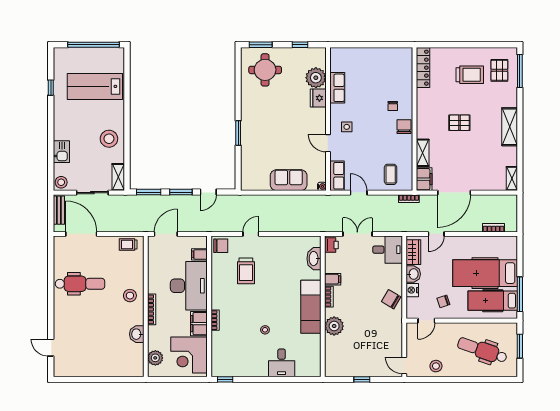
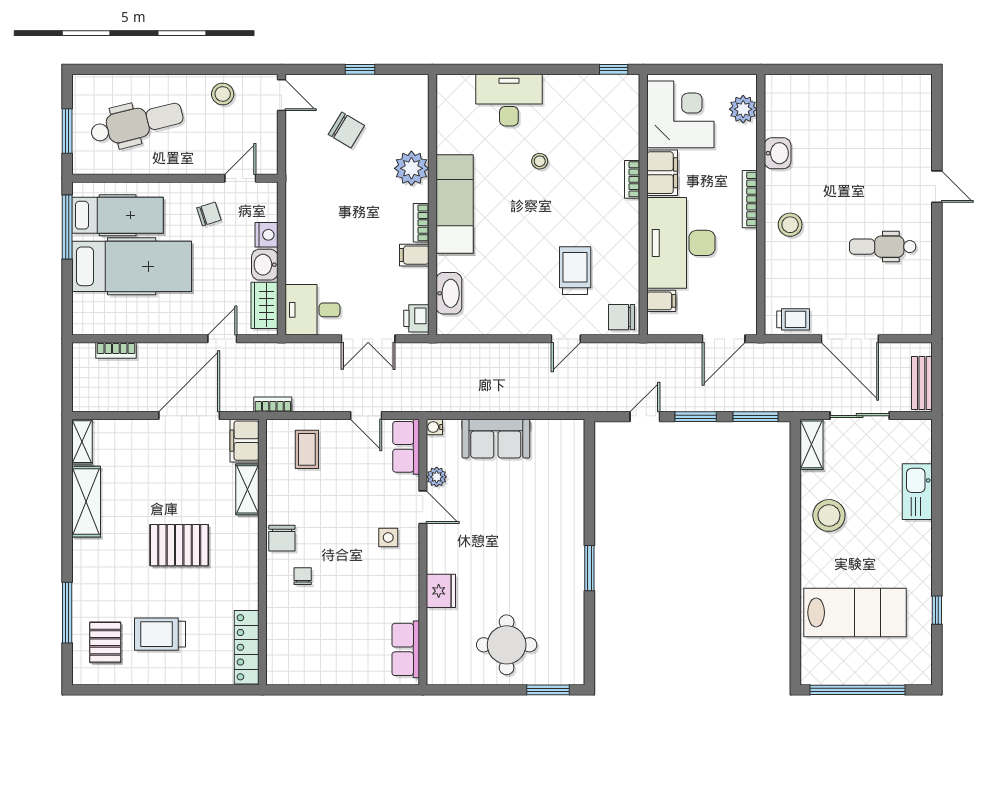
window: (300, 45) -> (475, 690), removed
round table: (265, 70) -> (507, 645), moved
window: (520, 71) -> (67, 613), moved
plant: (316, 78) -> (437, 477), moved, width x0.53, depth x0.53
row of seats: (337, 88) -> (406, 649), moved
pallet: (459, 123) -> (179, 545), width x1.50, depth x1.42
shelving: (510, 127) -> (86, 502), moved
window: (238, 133) -> (589, 568), moved
kitchen sink: (61, 152) -> (917, 492), width x1.38
stool: (61, 182) -> (918, 435), removed
door: (81, 234) -> (850, 339), moved
dental chair: (80, 284) -> (883, 247), width x0.73, depth x0.72
chair: (391, 299) -> (346, 130), moved
door: (51, 348) -> (937, 187), moved
dental chair: (482, 350) -> (137, 123), turned -33
desk: (282, 363) -> (509, 100), width x1.37

